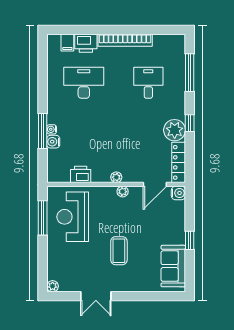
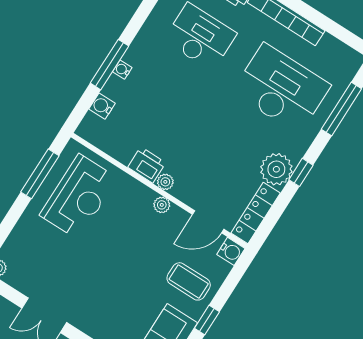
desk: (148, 83) -> (281, 89), width x1.87, depth x1.30
water cooler: (53, 142) -> (102, 106), moved
printer: (81, 174) -> (147, 165), moved
reception desk: (73, 217) -> (79, 197), turned 180
coffee table: (119, 251) -> (189, 281), moved, turned 90

